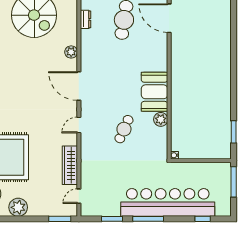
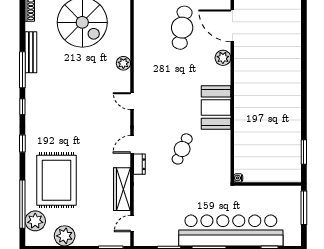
dresser: (85, 19) -> (139, 164), moved
door: (79, 86) -> (132, 101), width x0.53
plant: (161, 119) -> (223, 58), moved

